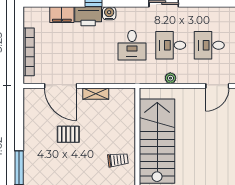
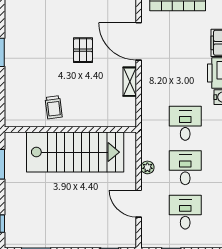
desk: (132, 45) -> (185, 123), turned 90
door: (61, 86) -> (139, 41), hinge flipped
door: (217, 86) -> (139, 204), moved

